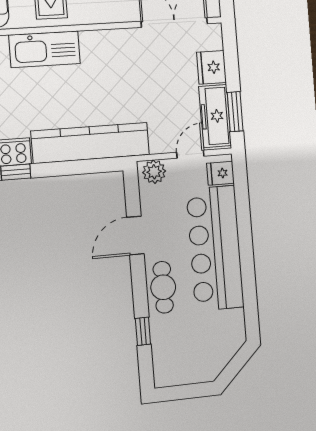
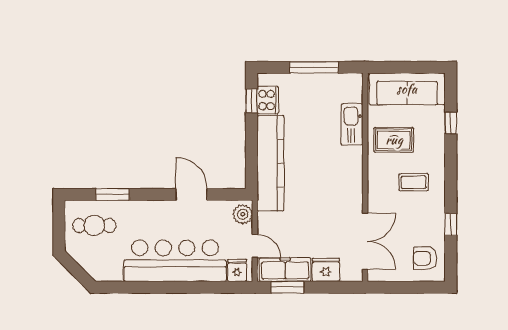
kitchen sink: (45, 49) -> (352, 124), width x0.73, depth x0.81
cafe table: (163, 287) -> (94, 225), moved
window: (143, 331) -> (112, 194), width x1.50

